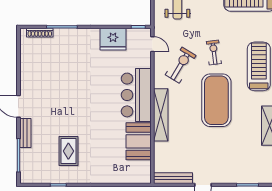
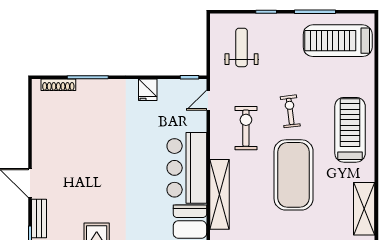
fridge: (113, 39) -> (148, 90), width x0.53, depth x0.75
door: (152, 44) -> (208, 100), swing flipped
exercise bike: (181, 65) -> (246, 128), turned -31

